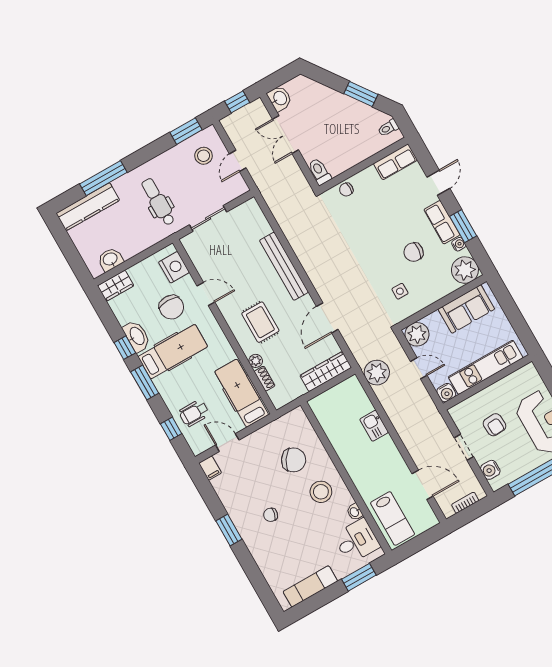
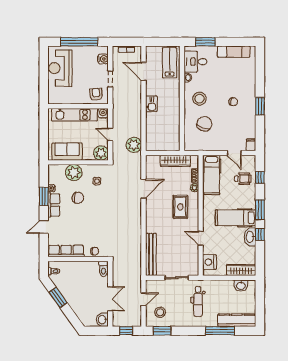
row of seats: (395, 162) -> (66, 251), width x1.48
bench: (284, 266) -> (151, 254), moved
plant: (465, 270) -> (74, 173), moved
wardrobe: (116, 286) -> (241, 270), width x1.50
chair: (171, 307) -> (223, 242), removed
wardrobe: (326, 372) -> (175, 161), moved
armchair: (494, 425) -> (96, 94), moved
kitchen sink: (374, 426) -> (151, 104), moved
chair: (294, 460) -> (204, 124), turned 78

